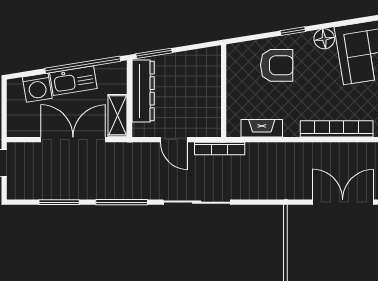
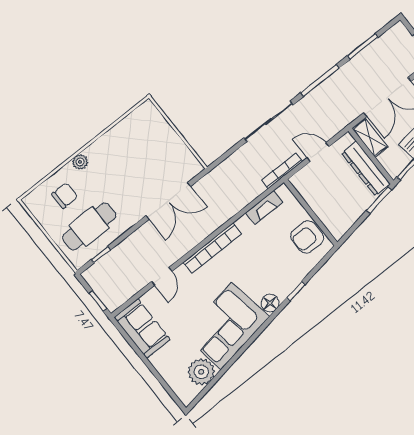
armchair: (277, 65) -> (307, 237), moved

